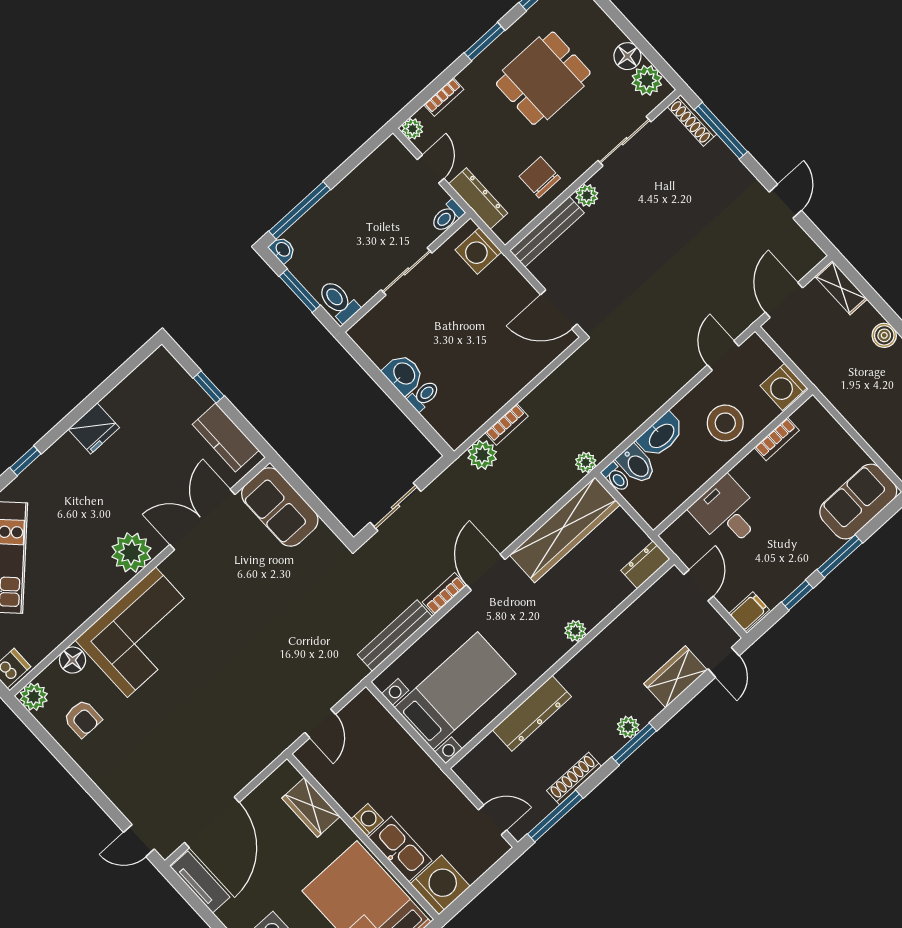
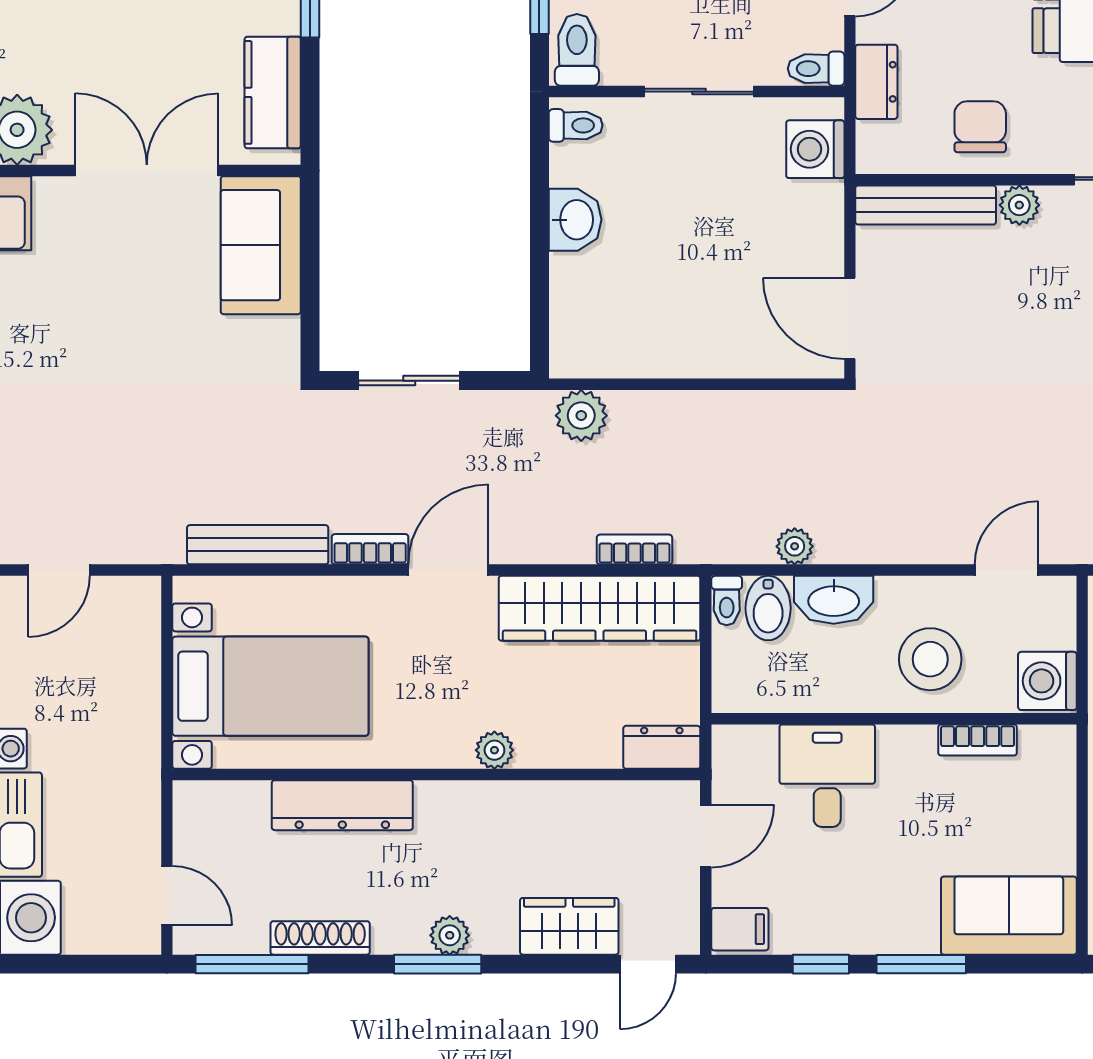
dresser: (478, 198) -> (876, 82), width x0.70
toilet: (424, 396) -> (576, 125), moved
bookcase: (507, 424) -> (634, 549), moved, turned 180
plant: (586, 462) -> (795, 546), moved

